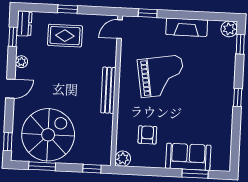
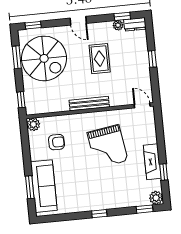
window: (148, 13) -> (164, 172), moved
rug: (65, 36) -> (100, 59), moved
plant: (21, 62) -> (118, 25), moved
sofa: (188, 157) -> (44, 186), width x1.36

